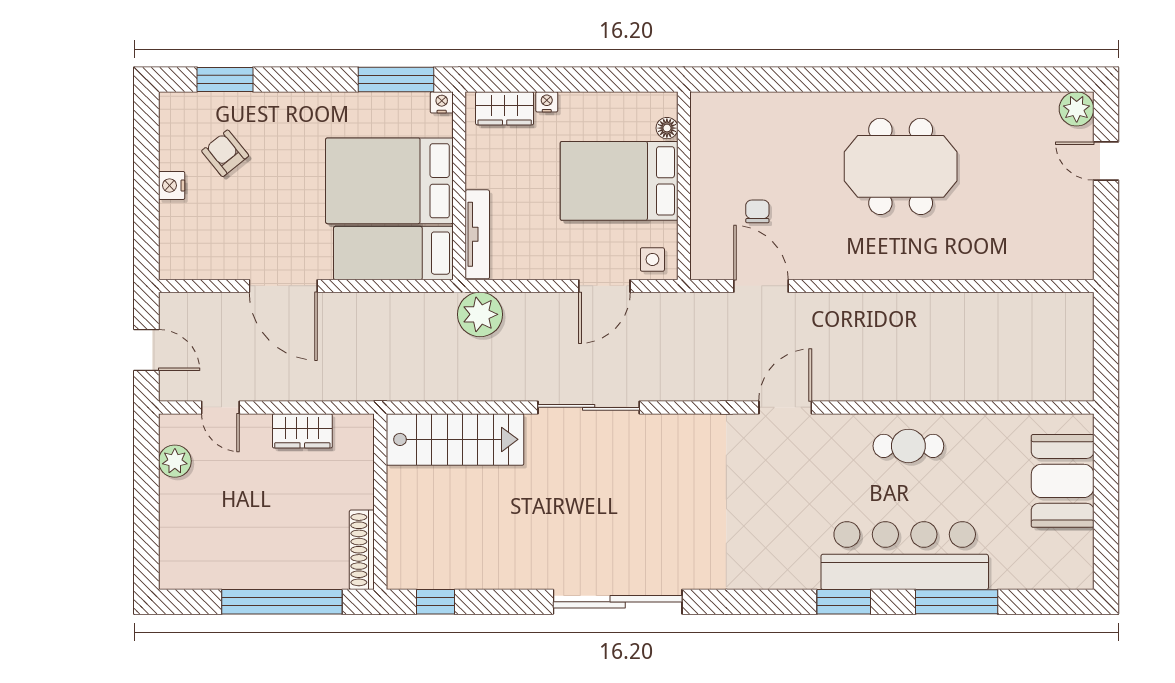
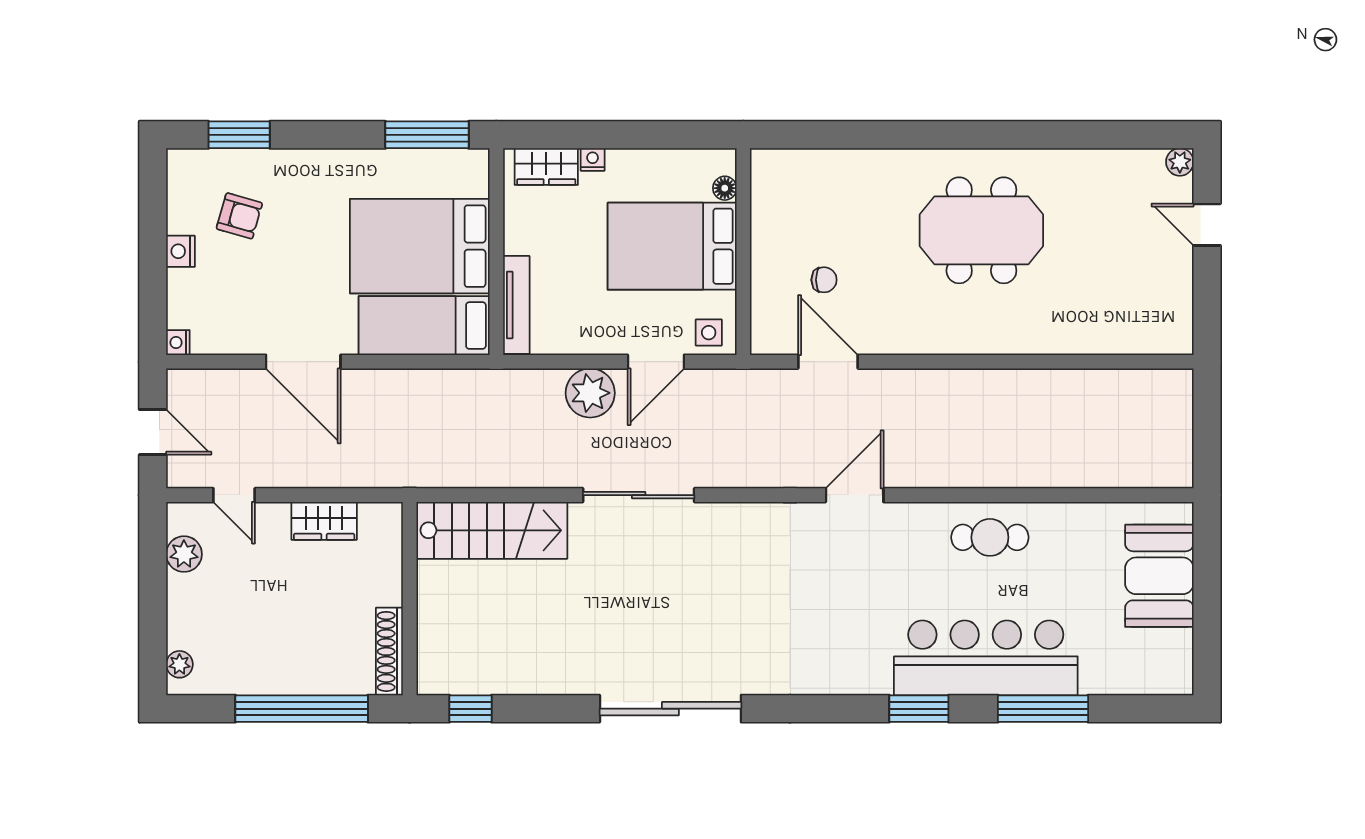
nightstand: (442, 102) -> (178, 343), moved, turned -90
plant: (1077, 109) -> (1180, 162), width x0.73, depth x0.73
armchair: (225, 153) -> (239, 216), turned 145
chair: (757, 211) -> (824, 280), turned 90
plant: (480, 314) -> (590, 393), moved
plant: (171, 561) -> (179, 664), added

